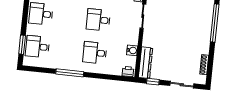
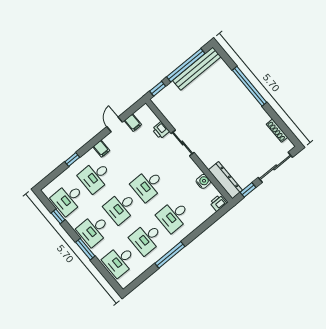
desk: (70, 17) -> (121, 207), added
window: (22, 45) -> (85, 249), moved
desk: (66, 50) -> (147, 238), added
sliding door: (182, 85) -> (275, 167), width x1.37

